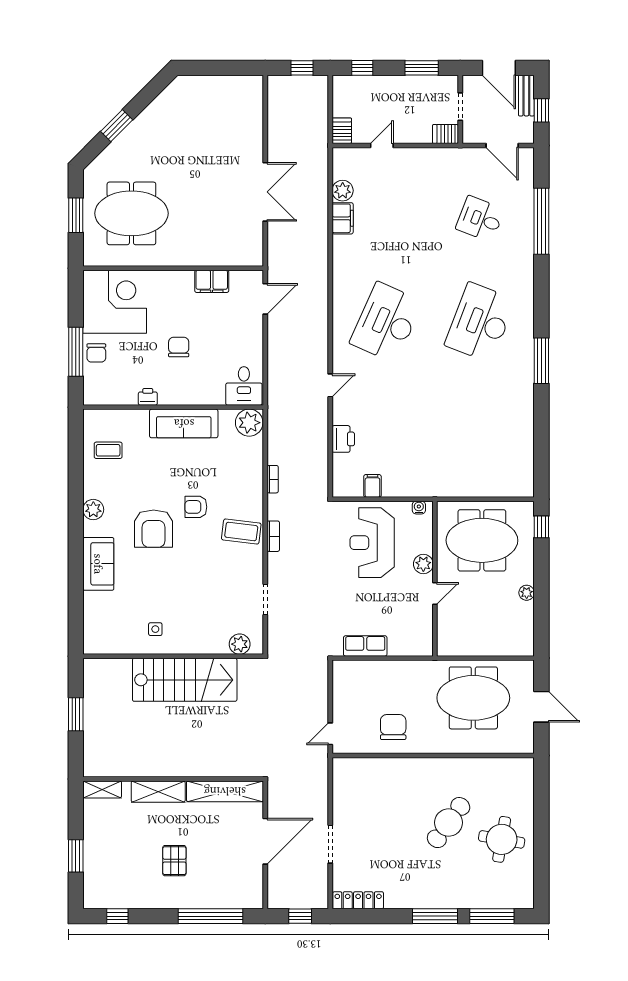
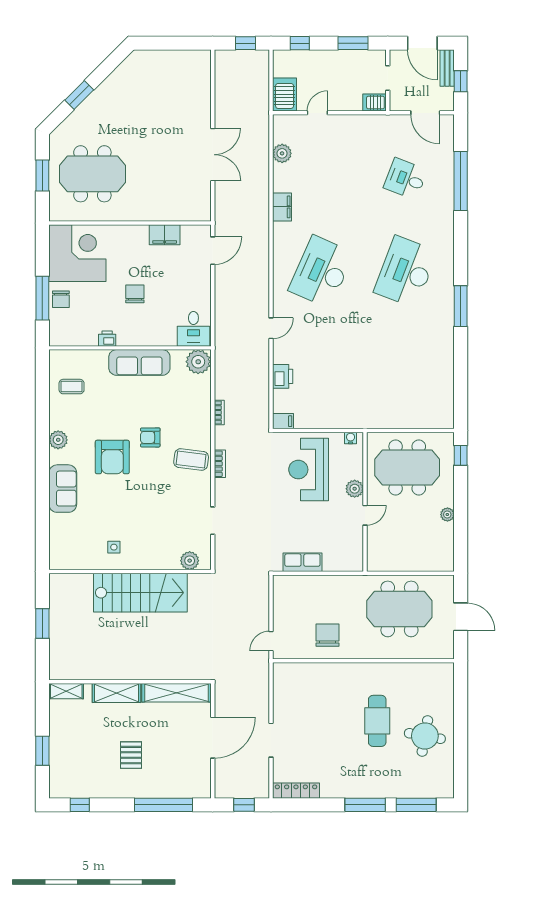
server rack: (342, 131) -> (285, 95), width x1.36, depth x1.44
filing cabinet: (343, 218) -> (282, 207), moved
filing cabinet: (372, 486) -> (283, 421), moved, turned 90
cafe table: (449, 823) -> (377, 721), turned -36

